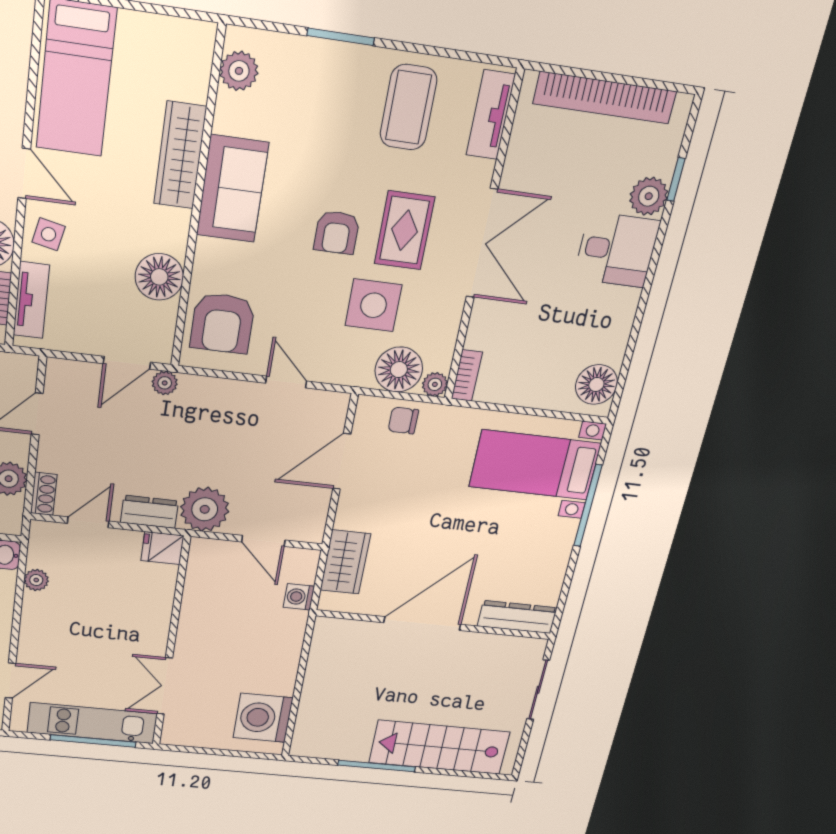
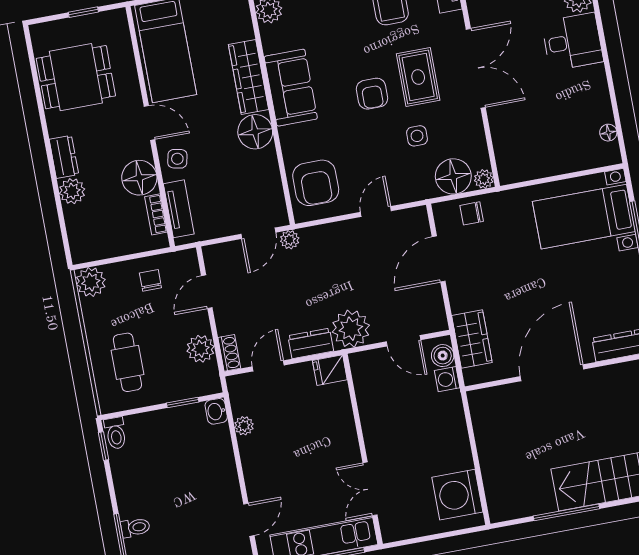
floor lamp: (159, 277) -> (255, 132), moved
side table: (374, 305) -> (417, 136), width x0.54, depth x0.54
bookcase: (467, 375) -> (504, 165), removed
door: (286, 382) -> (376, 211), hinge flipped
floor lamp: (596, 385) -> (608, 133), width x0.53, depth x0.53
boiler: (304, 570) -> (443, 356), added

